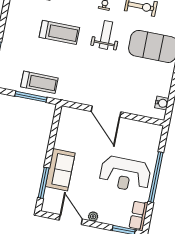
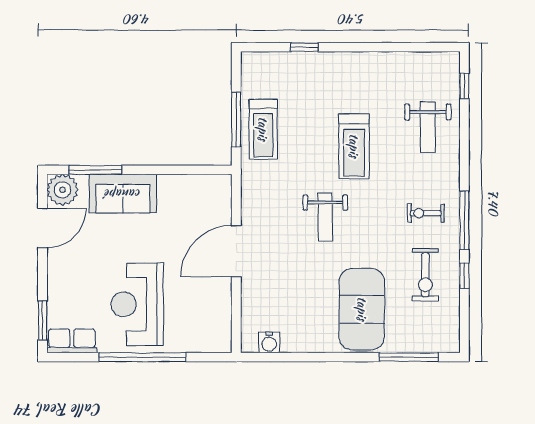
weight bench: (106, 35) -> (325, 217), moved, turned 90
plant: (93, 216) -> (62, 190), moved, width x1.88, depth x1.88

